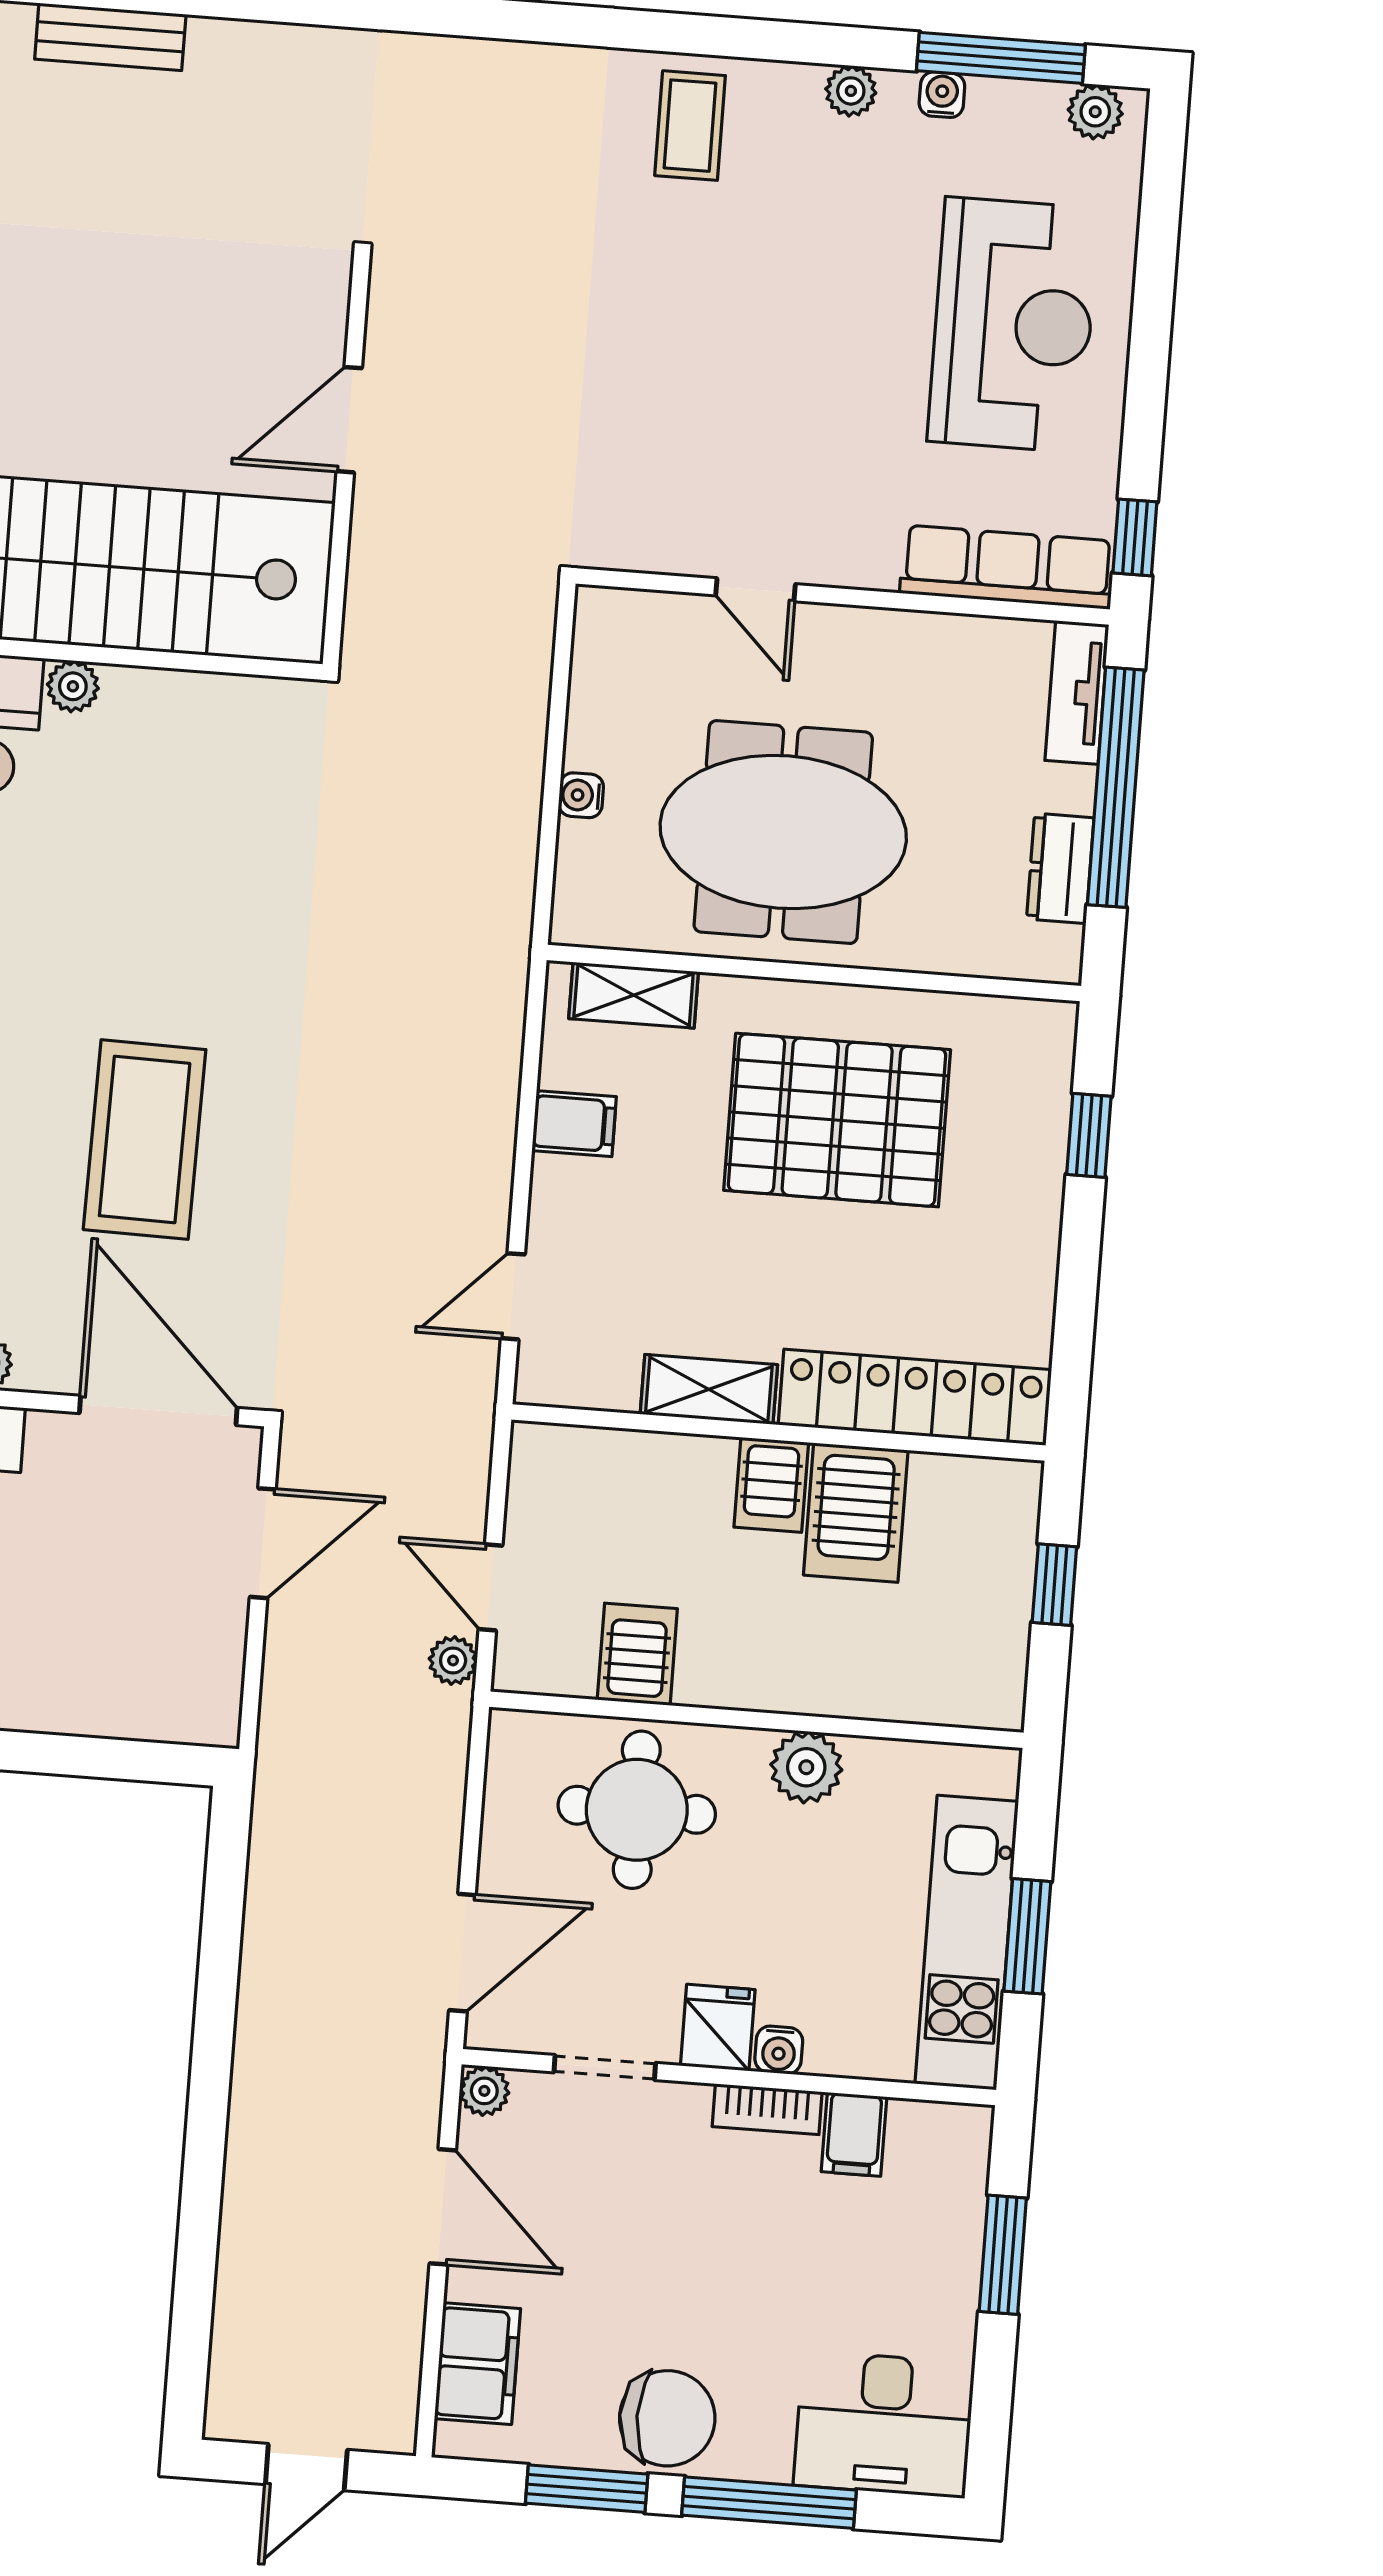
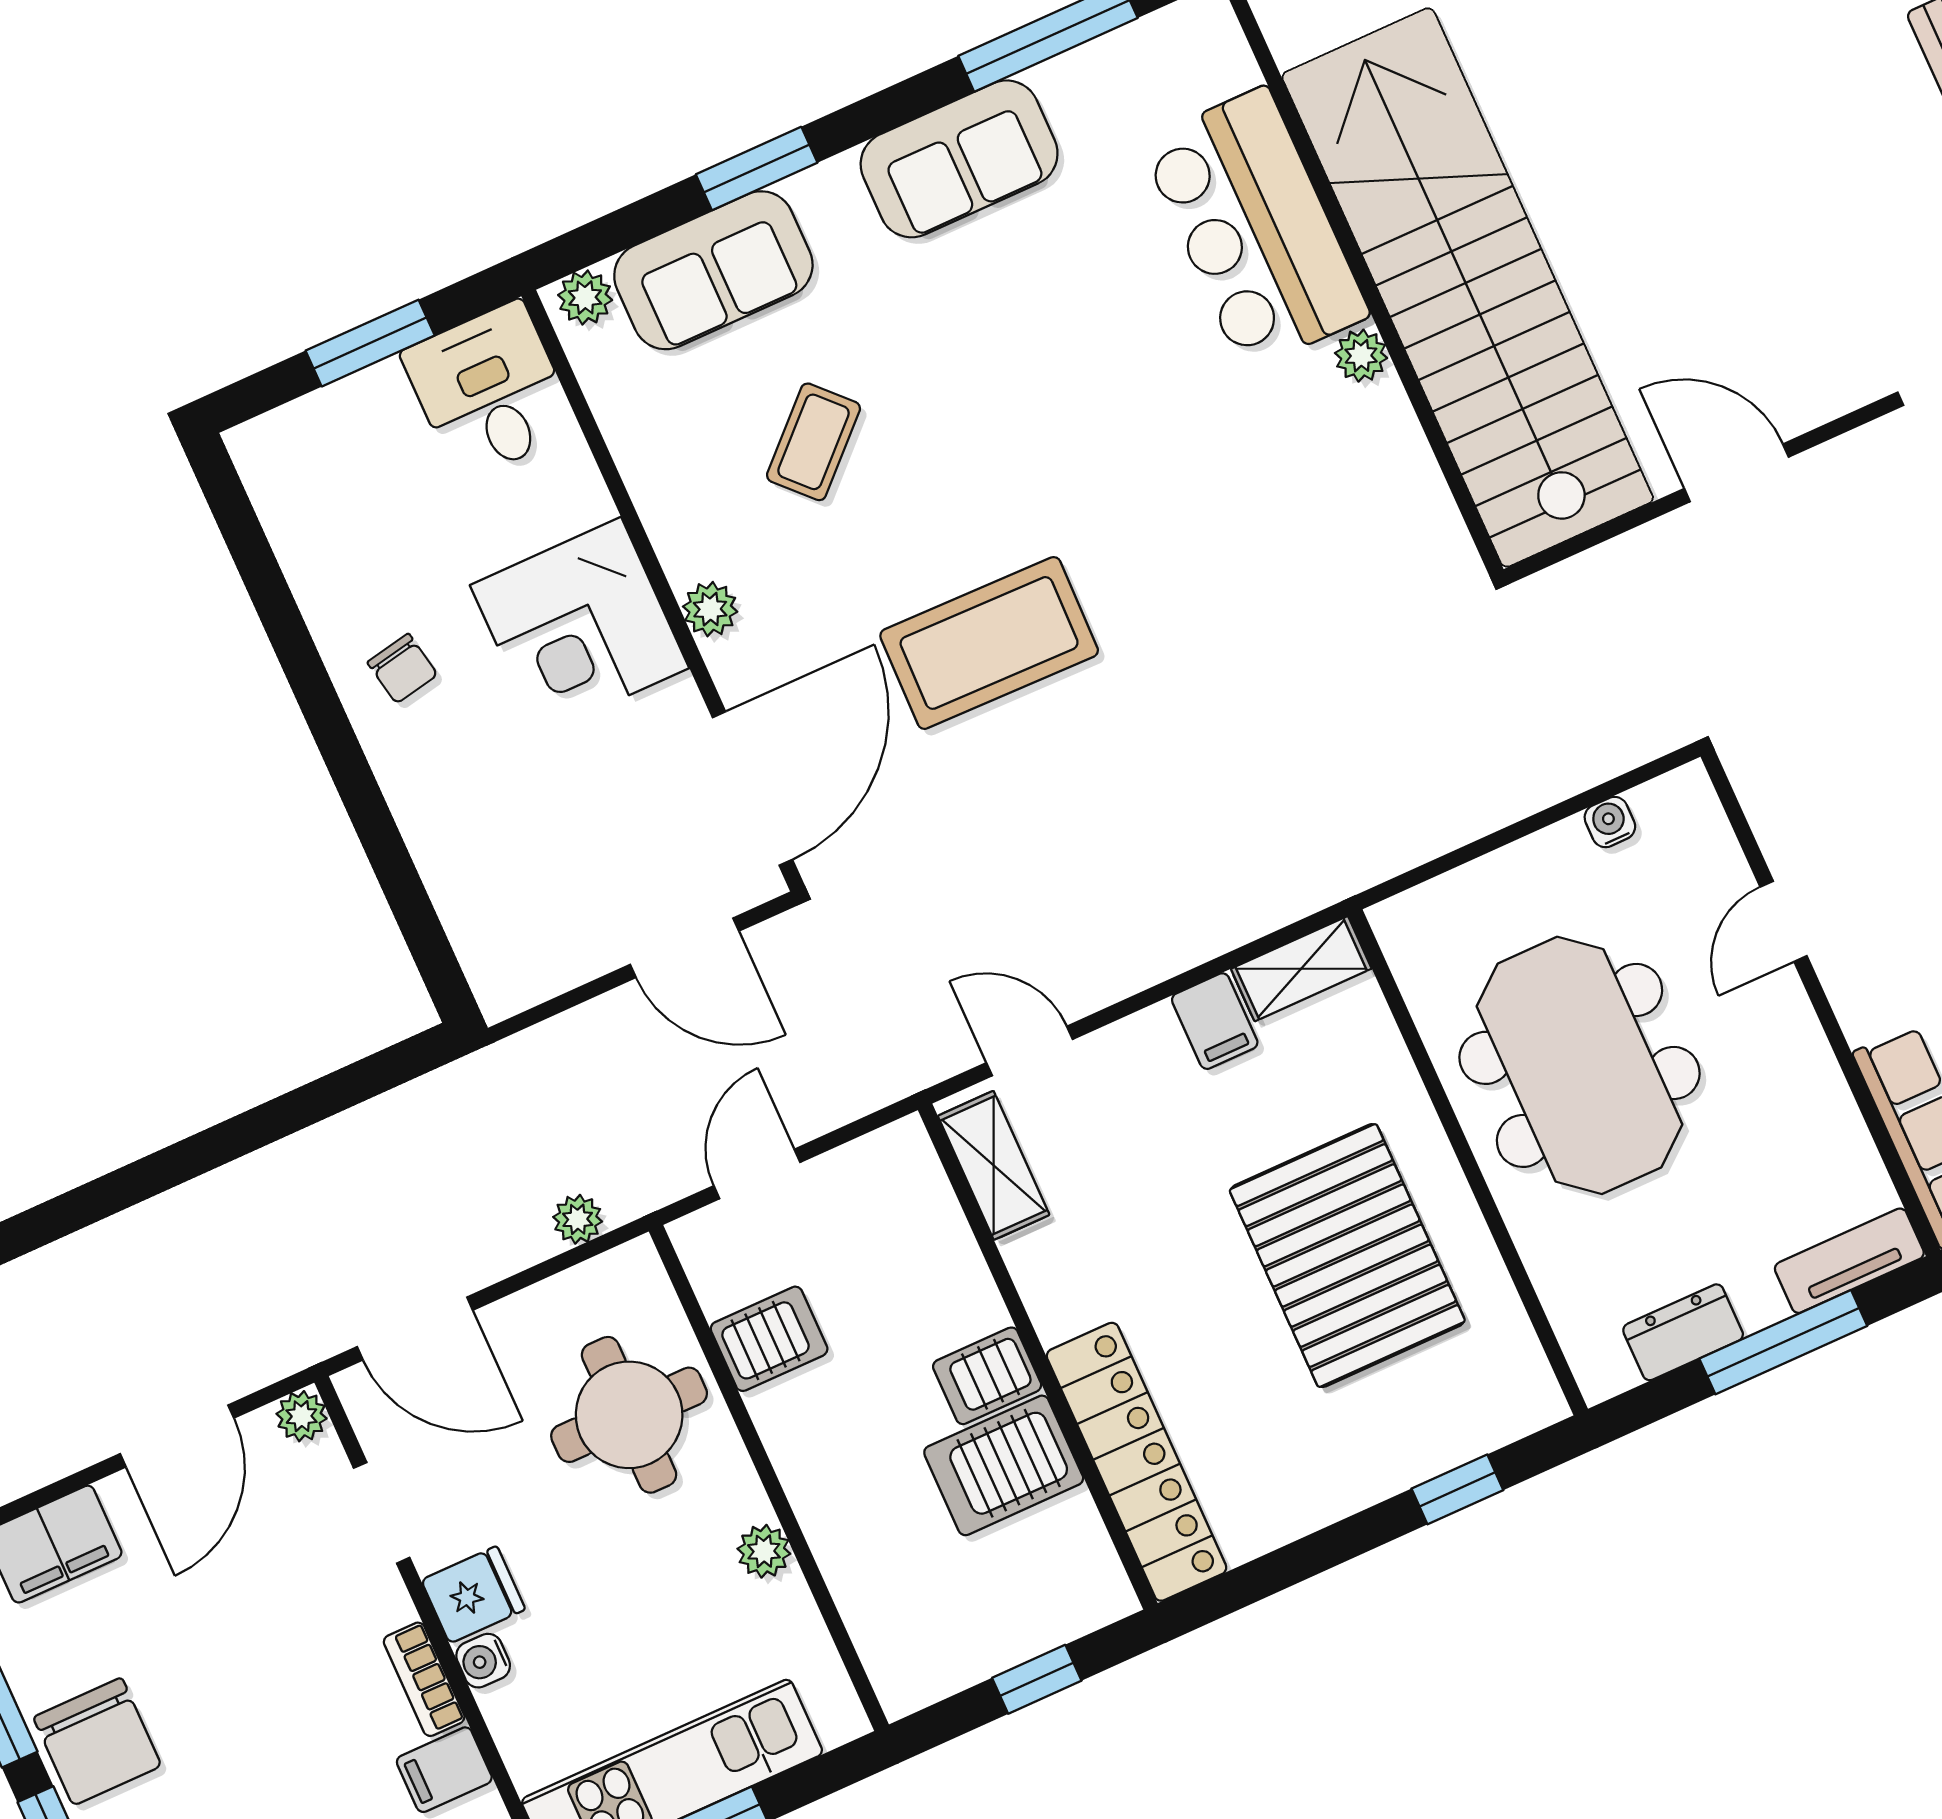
window: (1116, 787) -> (1783, 1342), width x0.68
water cooler: (581, 795) -> (1610, 822), moved
shelving: (634, 995) -> (1301, 969), moved, turned 90
shelving: (709, 1389) -> (994, 1165), moved
plant: (453, 1660) -> (578, 1219), moved
plant: (806, 1767) -> (764, 1551), width x0.73, depth x0.73

